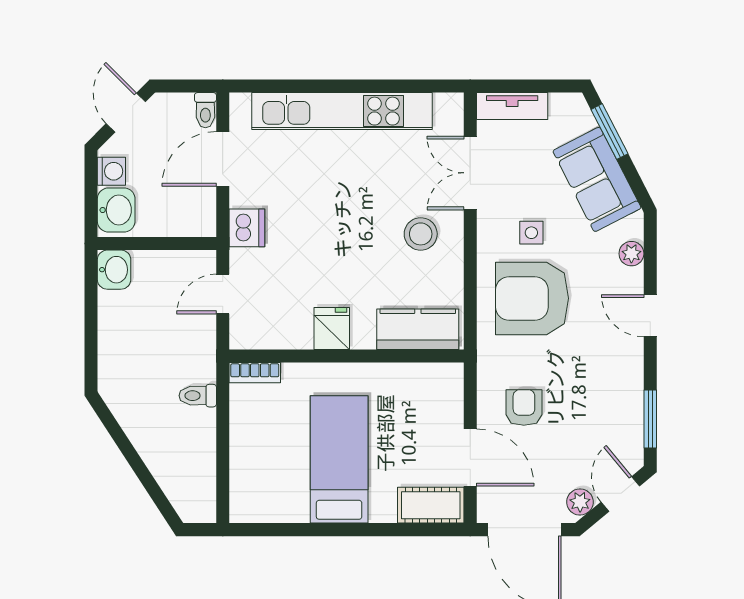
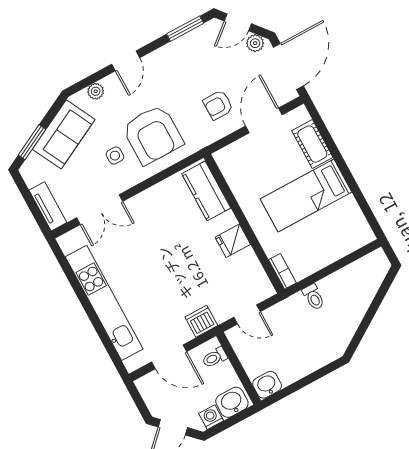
toilet: (205, 110) -> (215, 357), moved, turned 180
stool: (421, 234) -> (150, 219), removed
cot: (431, 505) -> (312, 144), moved

